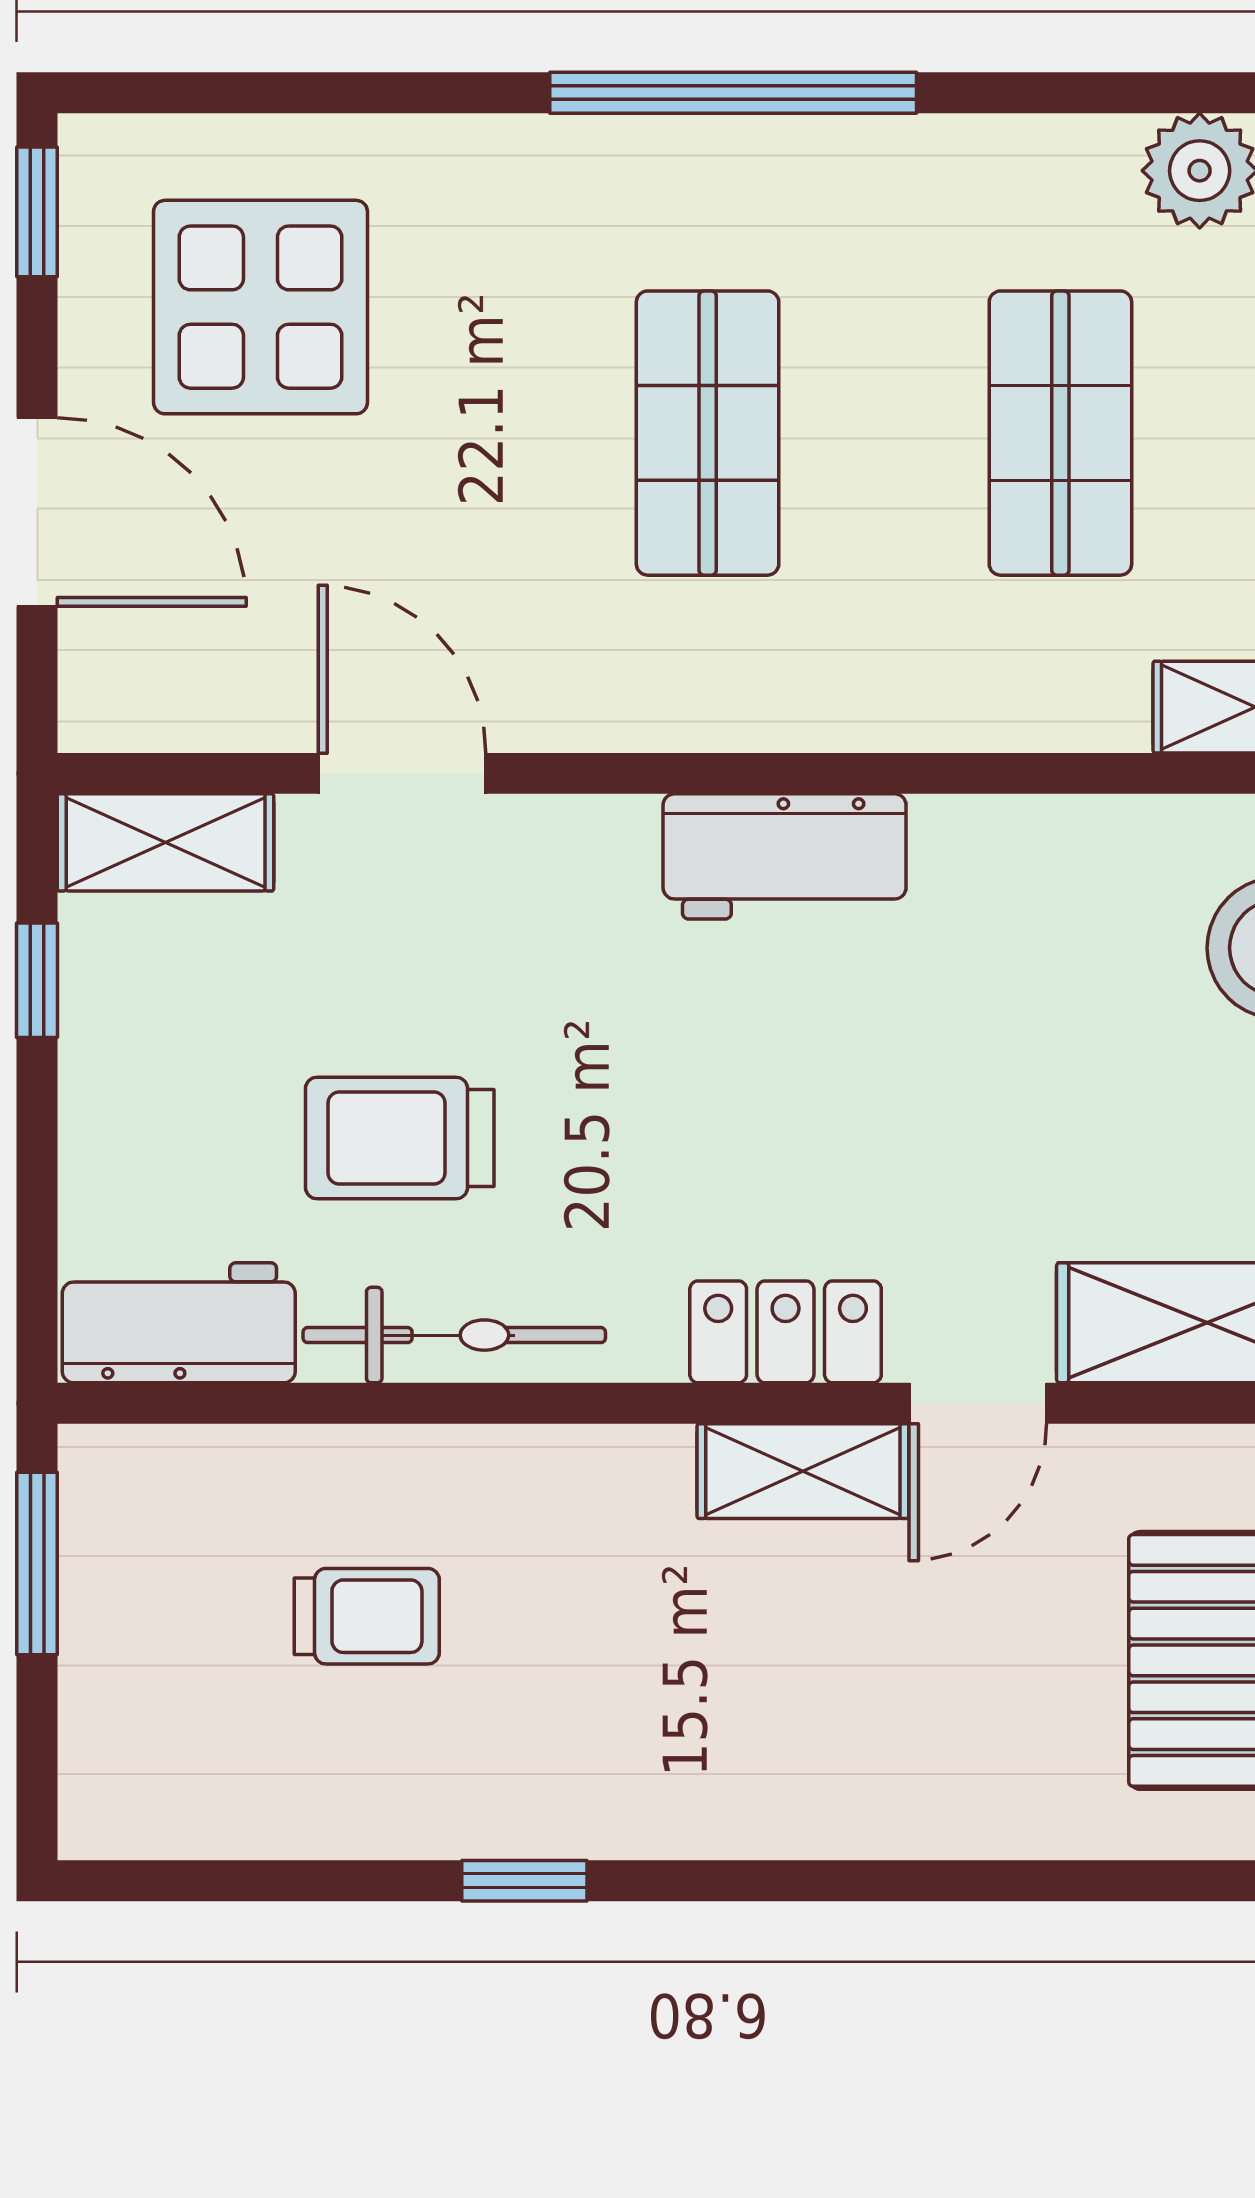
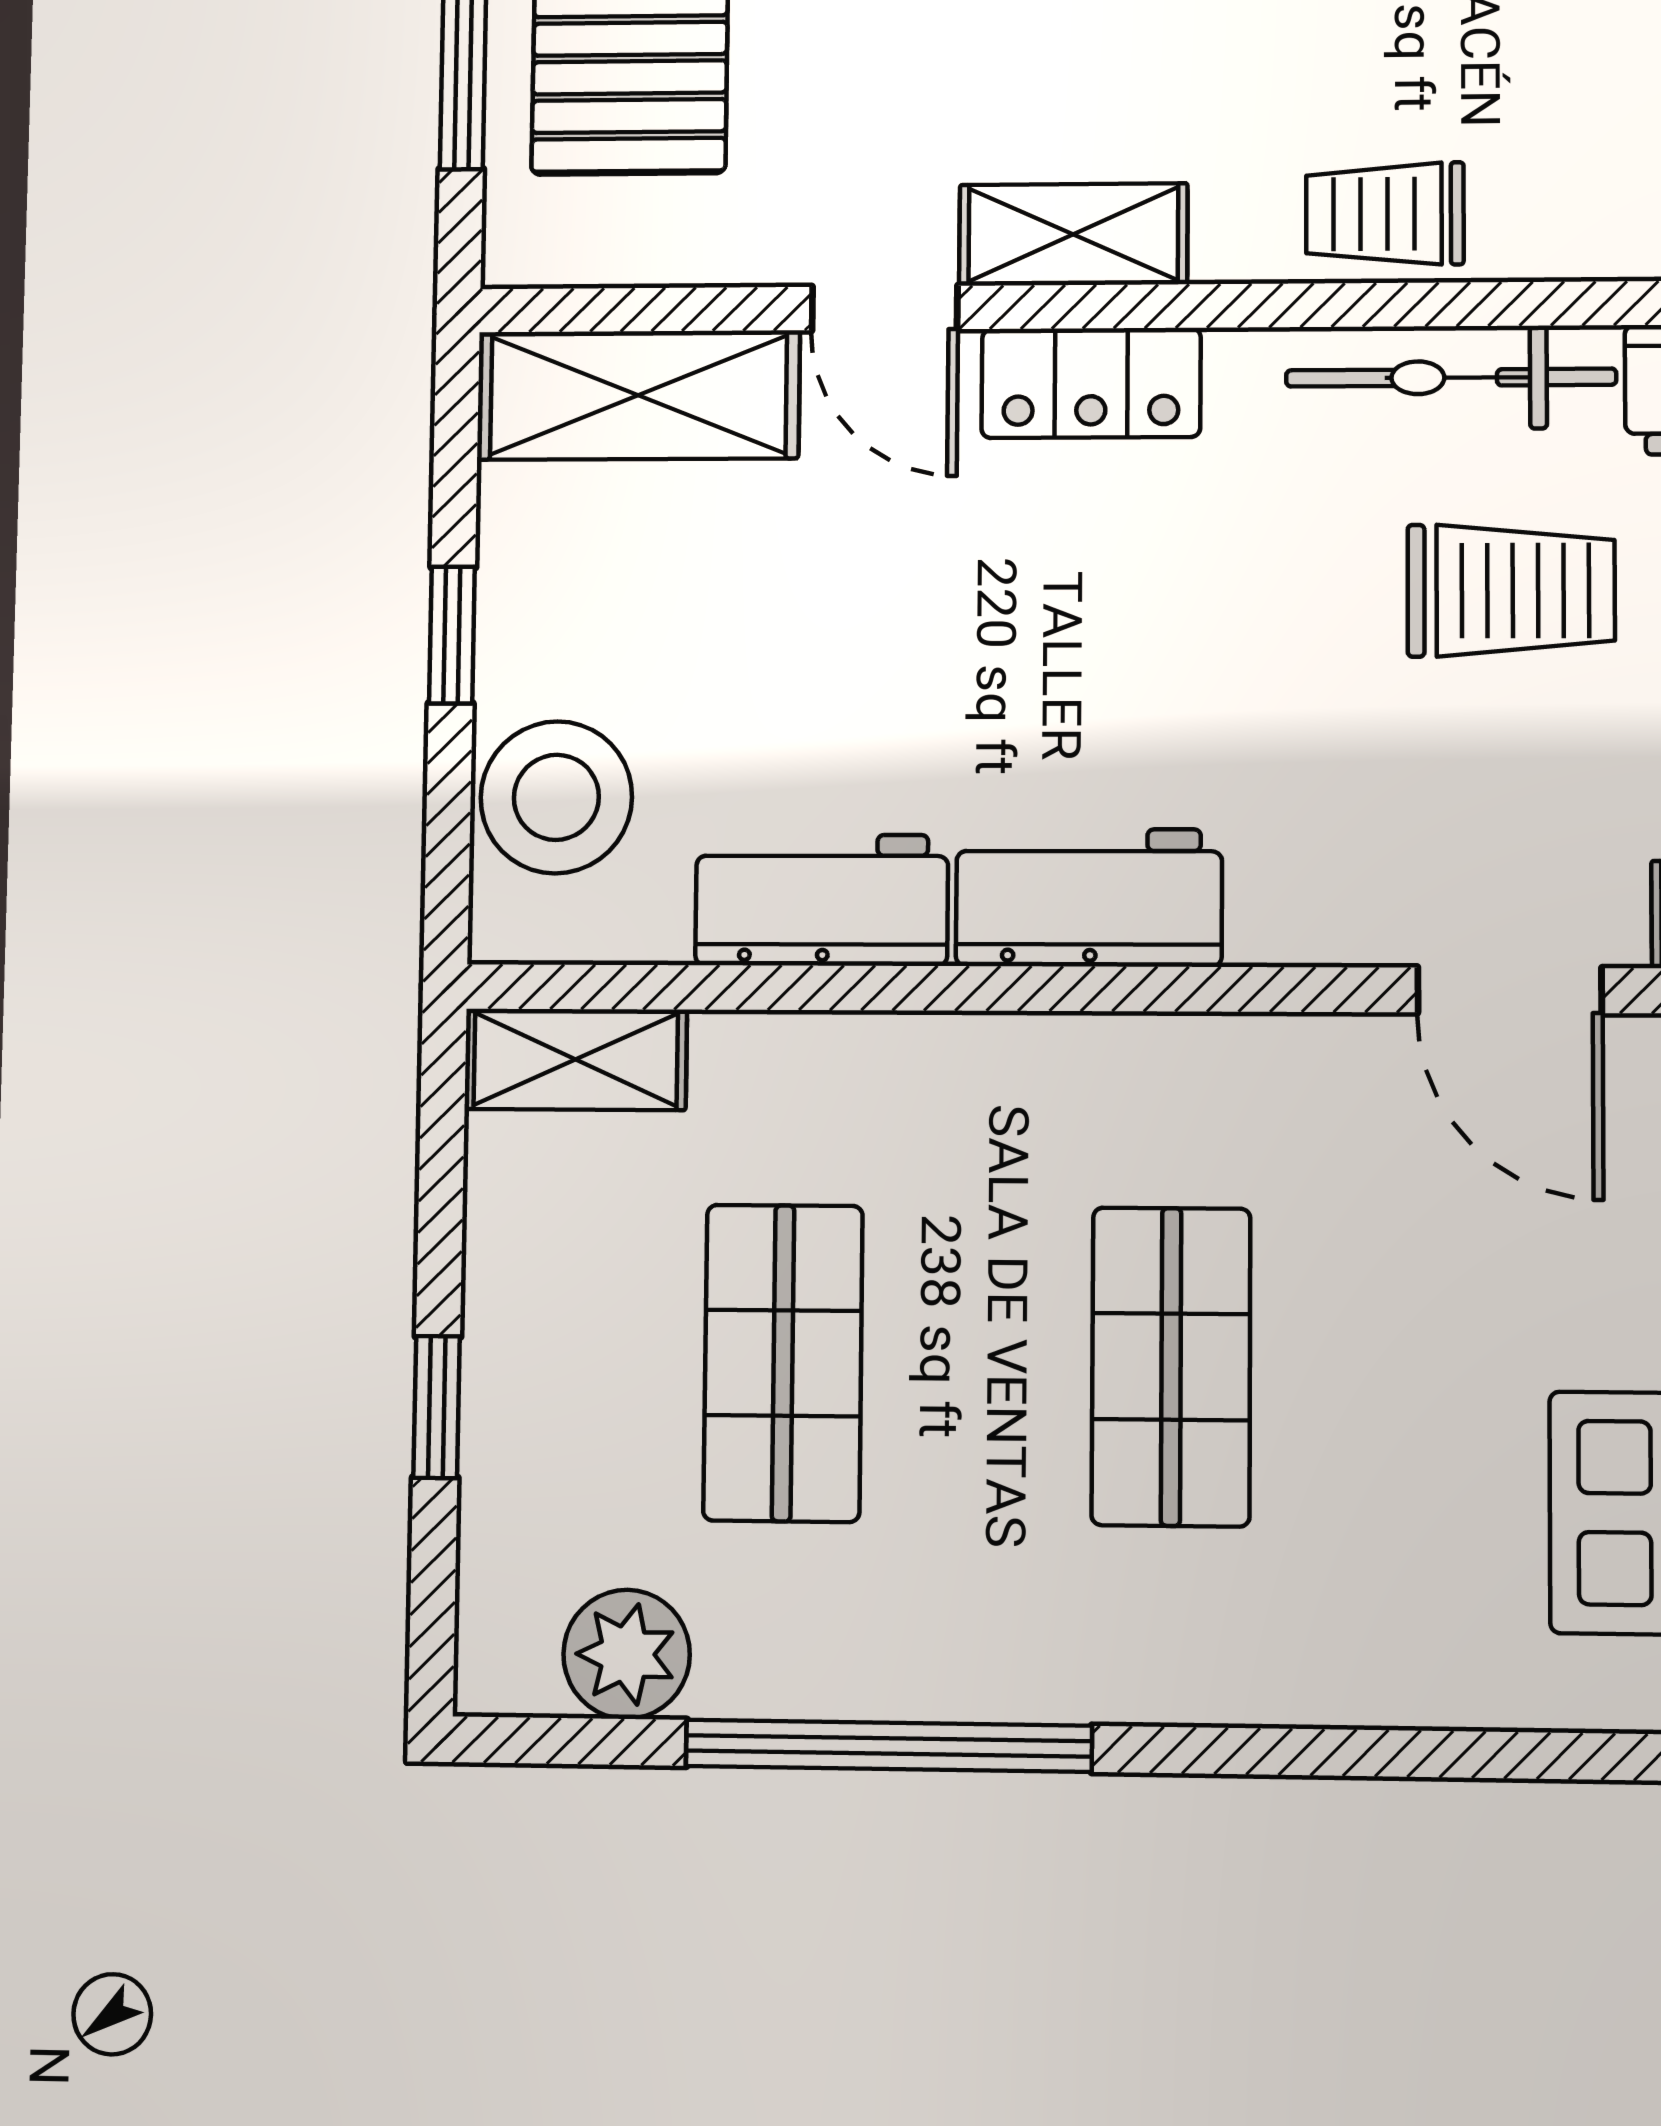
window: (733, 93) -> (889, 1746), moved
workbench: (1030, 854) -> (822, 900), added
door: (978, 1403) -> (885, 308), swing flipped
trolley: (367, 1616) -> (1385, 214), moved

